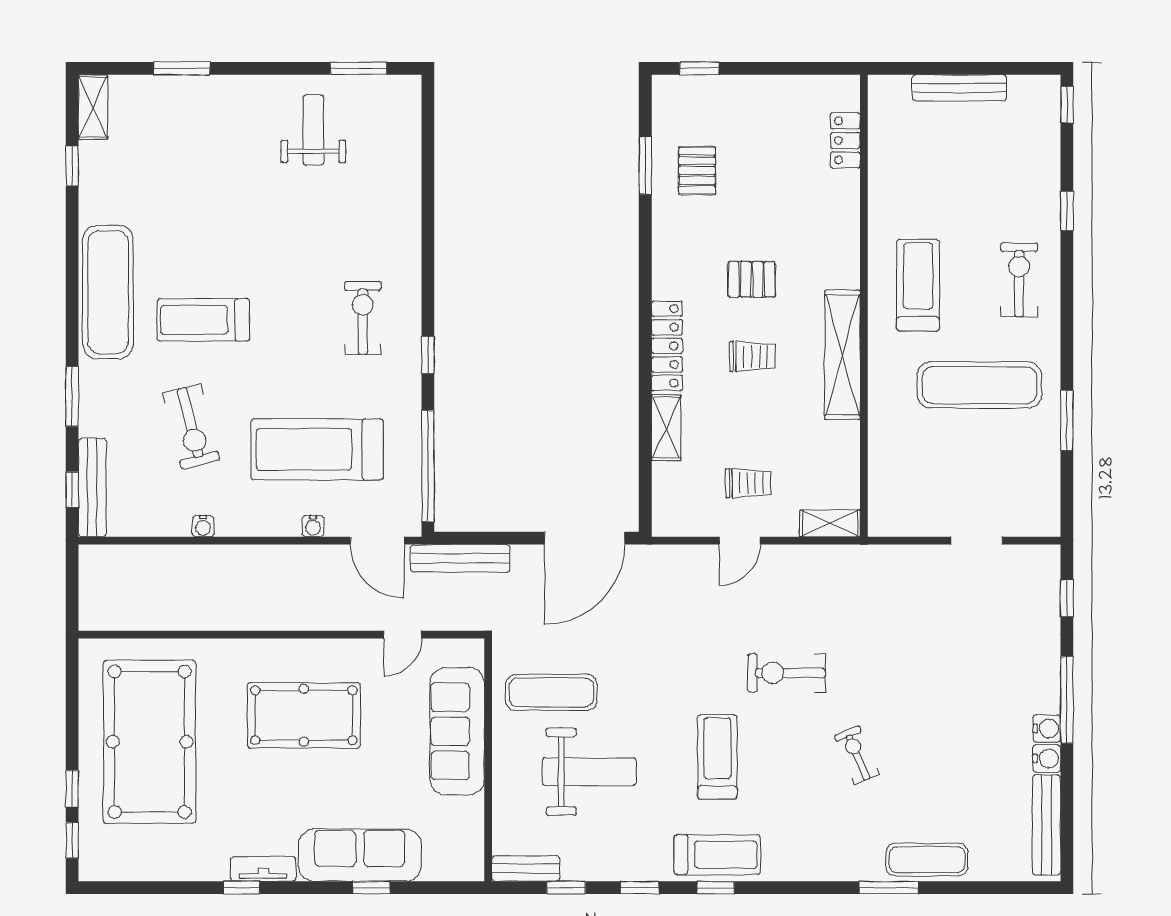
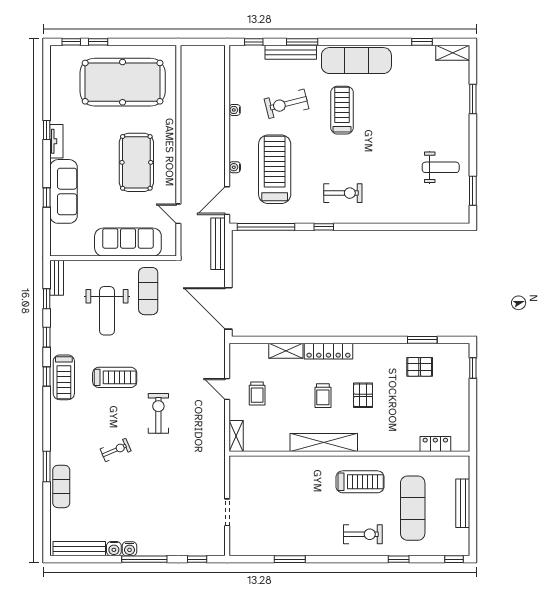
exercise mat: (979, 385) -> (413, 508), moved
bench: (92, 488) -> (291, 52), moved

